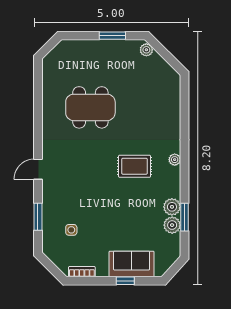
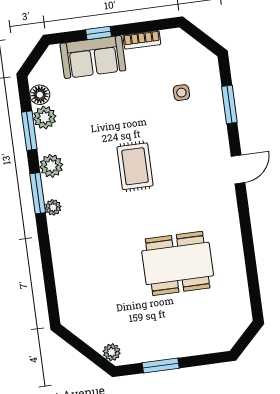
rug: (135, 166) -> (135, 166), moved, turned 90
window: (184, 171) -> (38, 193), added
plant: (172, 207) -> (51, 166), moved
floor lamp: (173, 242) -> (40, 95), added
bookcase: (82, 272) -> (142, 40), moved

